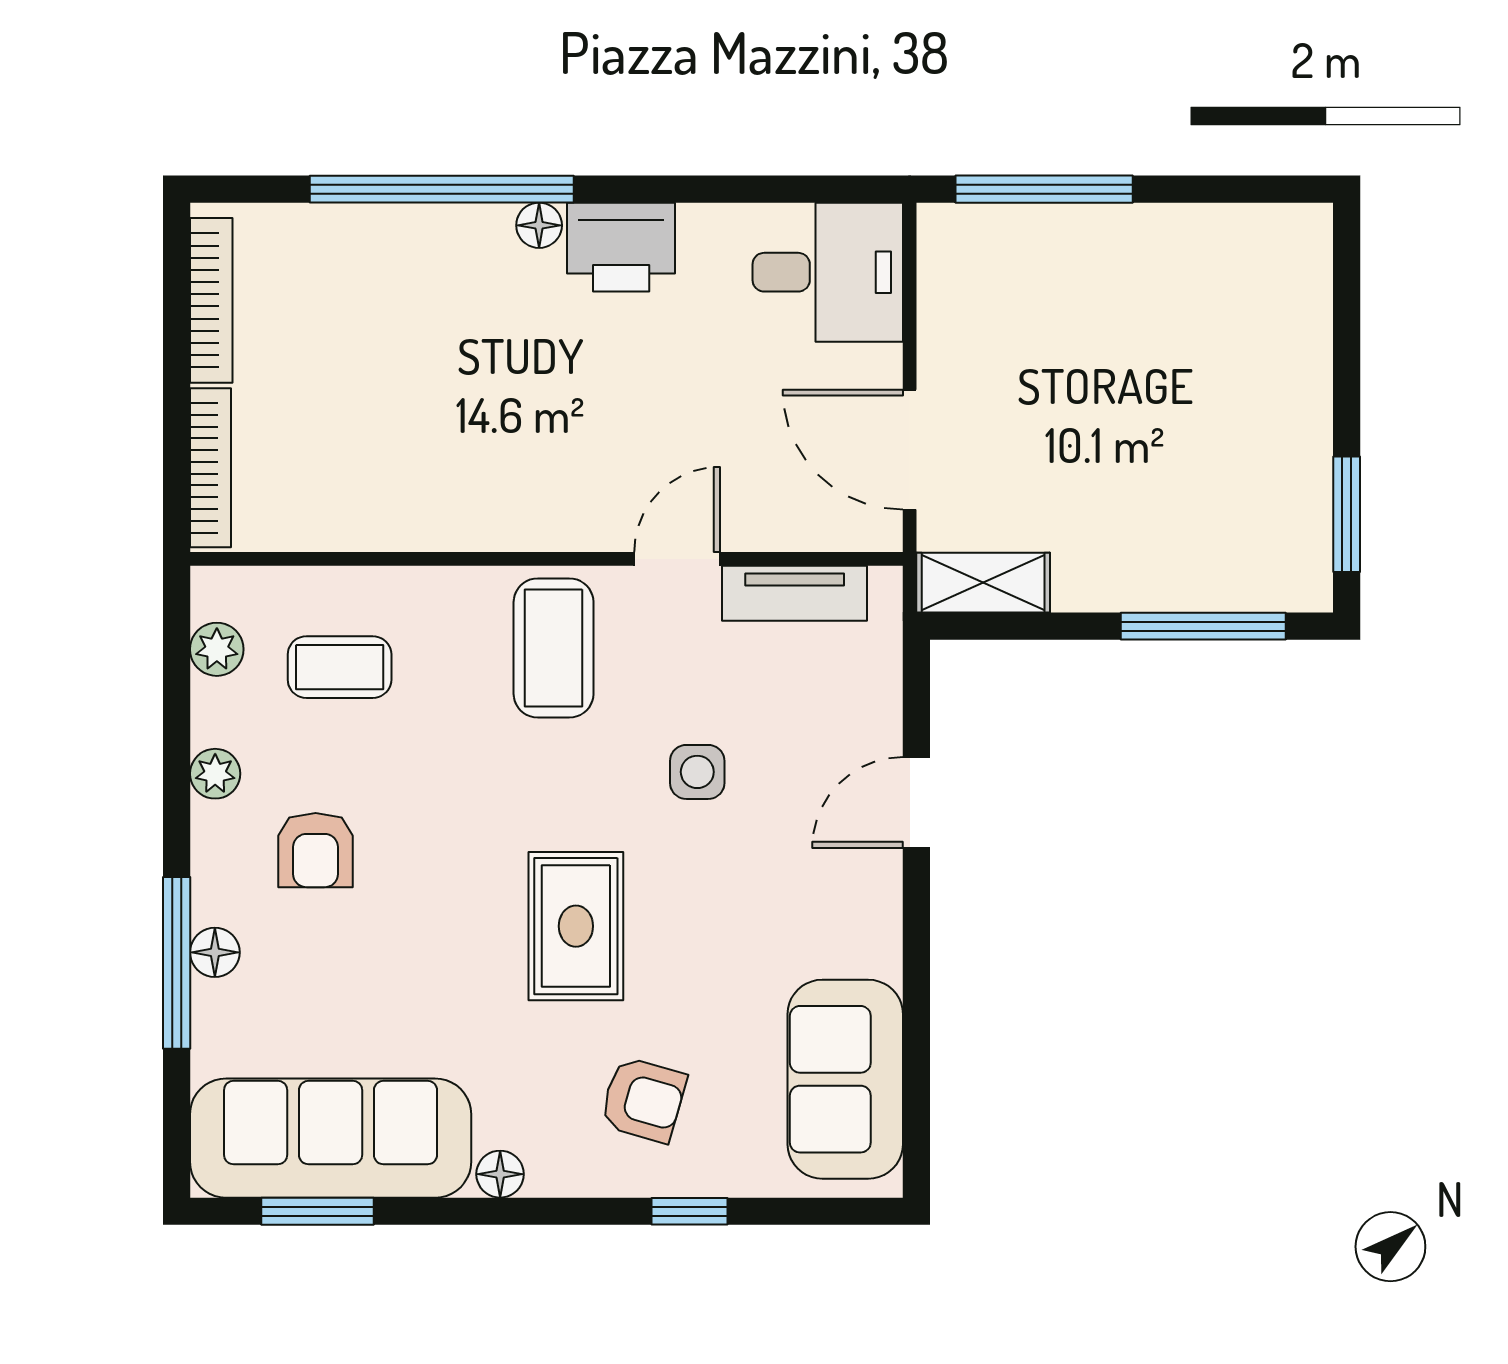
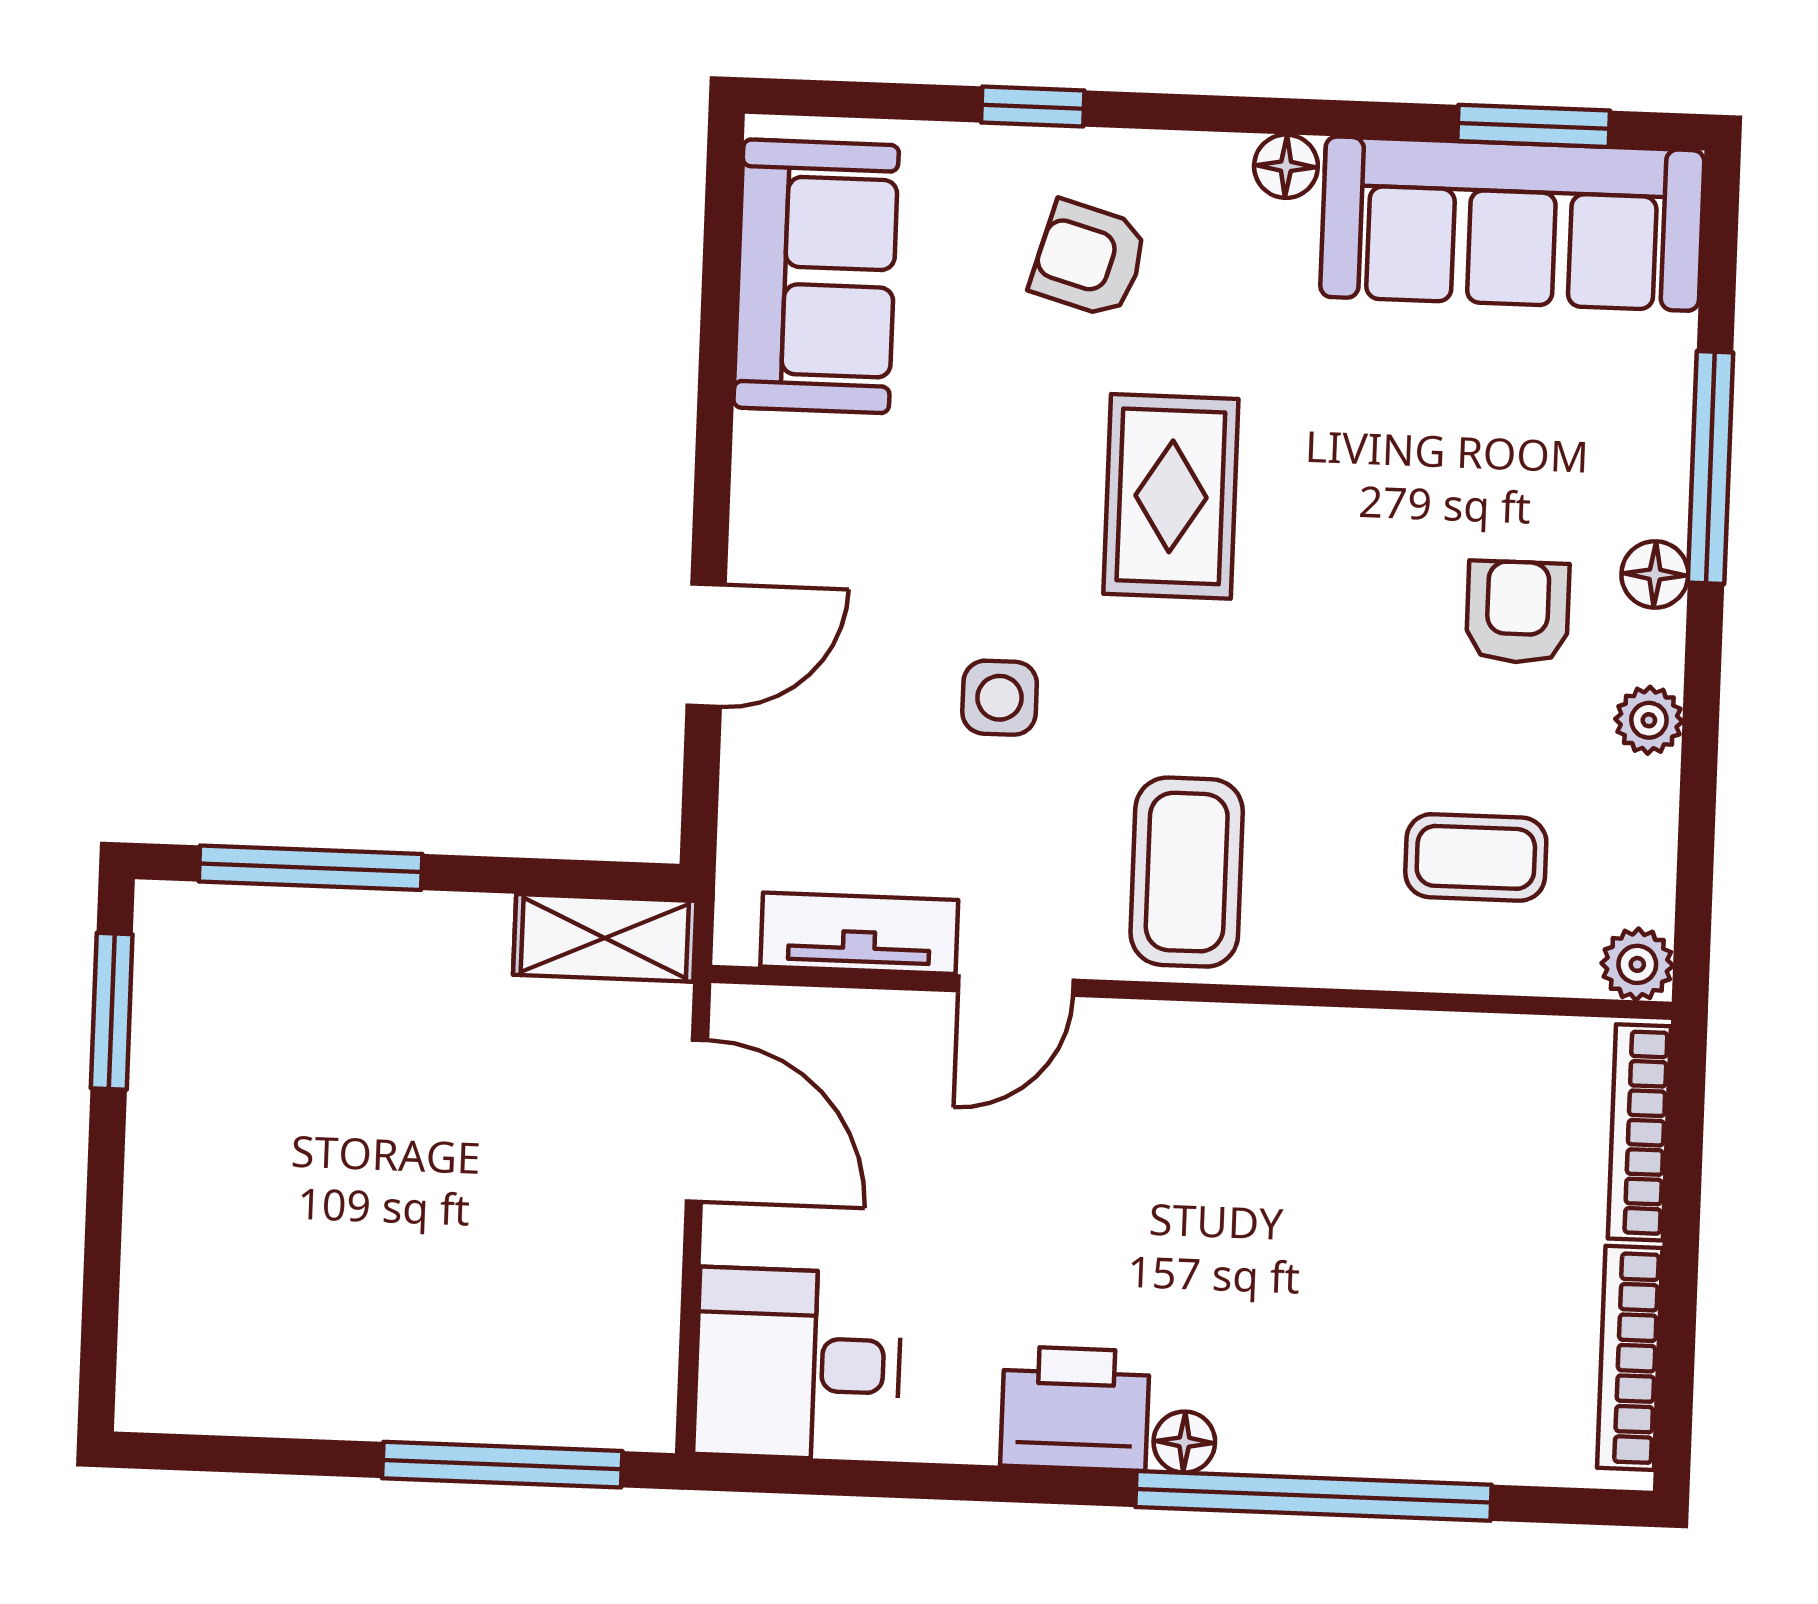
plant: (217, 649) -> (1637, 964), moved
floor lamp: (215, 952) -> (1655, 574), moved

